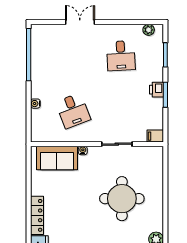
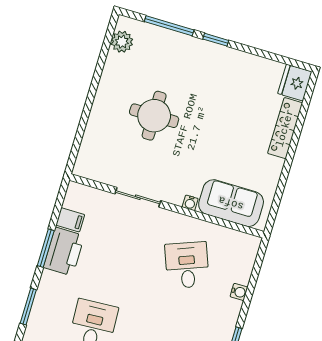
printer: (156, 90) -> (64, 252), width x1.87, depth x1.48
filing cabinet: (155, 136) -> (70, 220), moved
round table: (122, 199) -> (154, 116), width x0.73, depth x0.73

